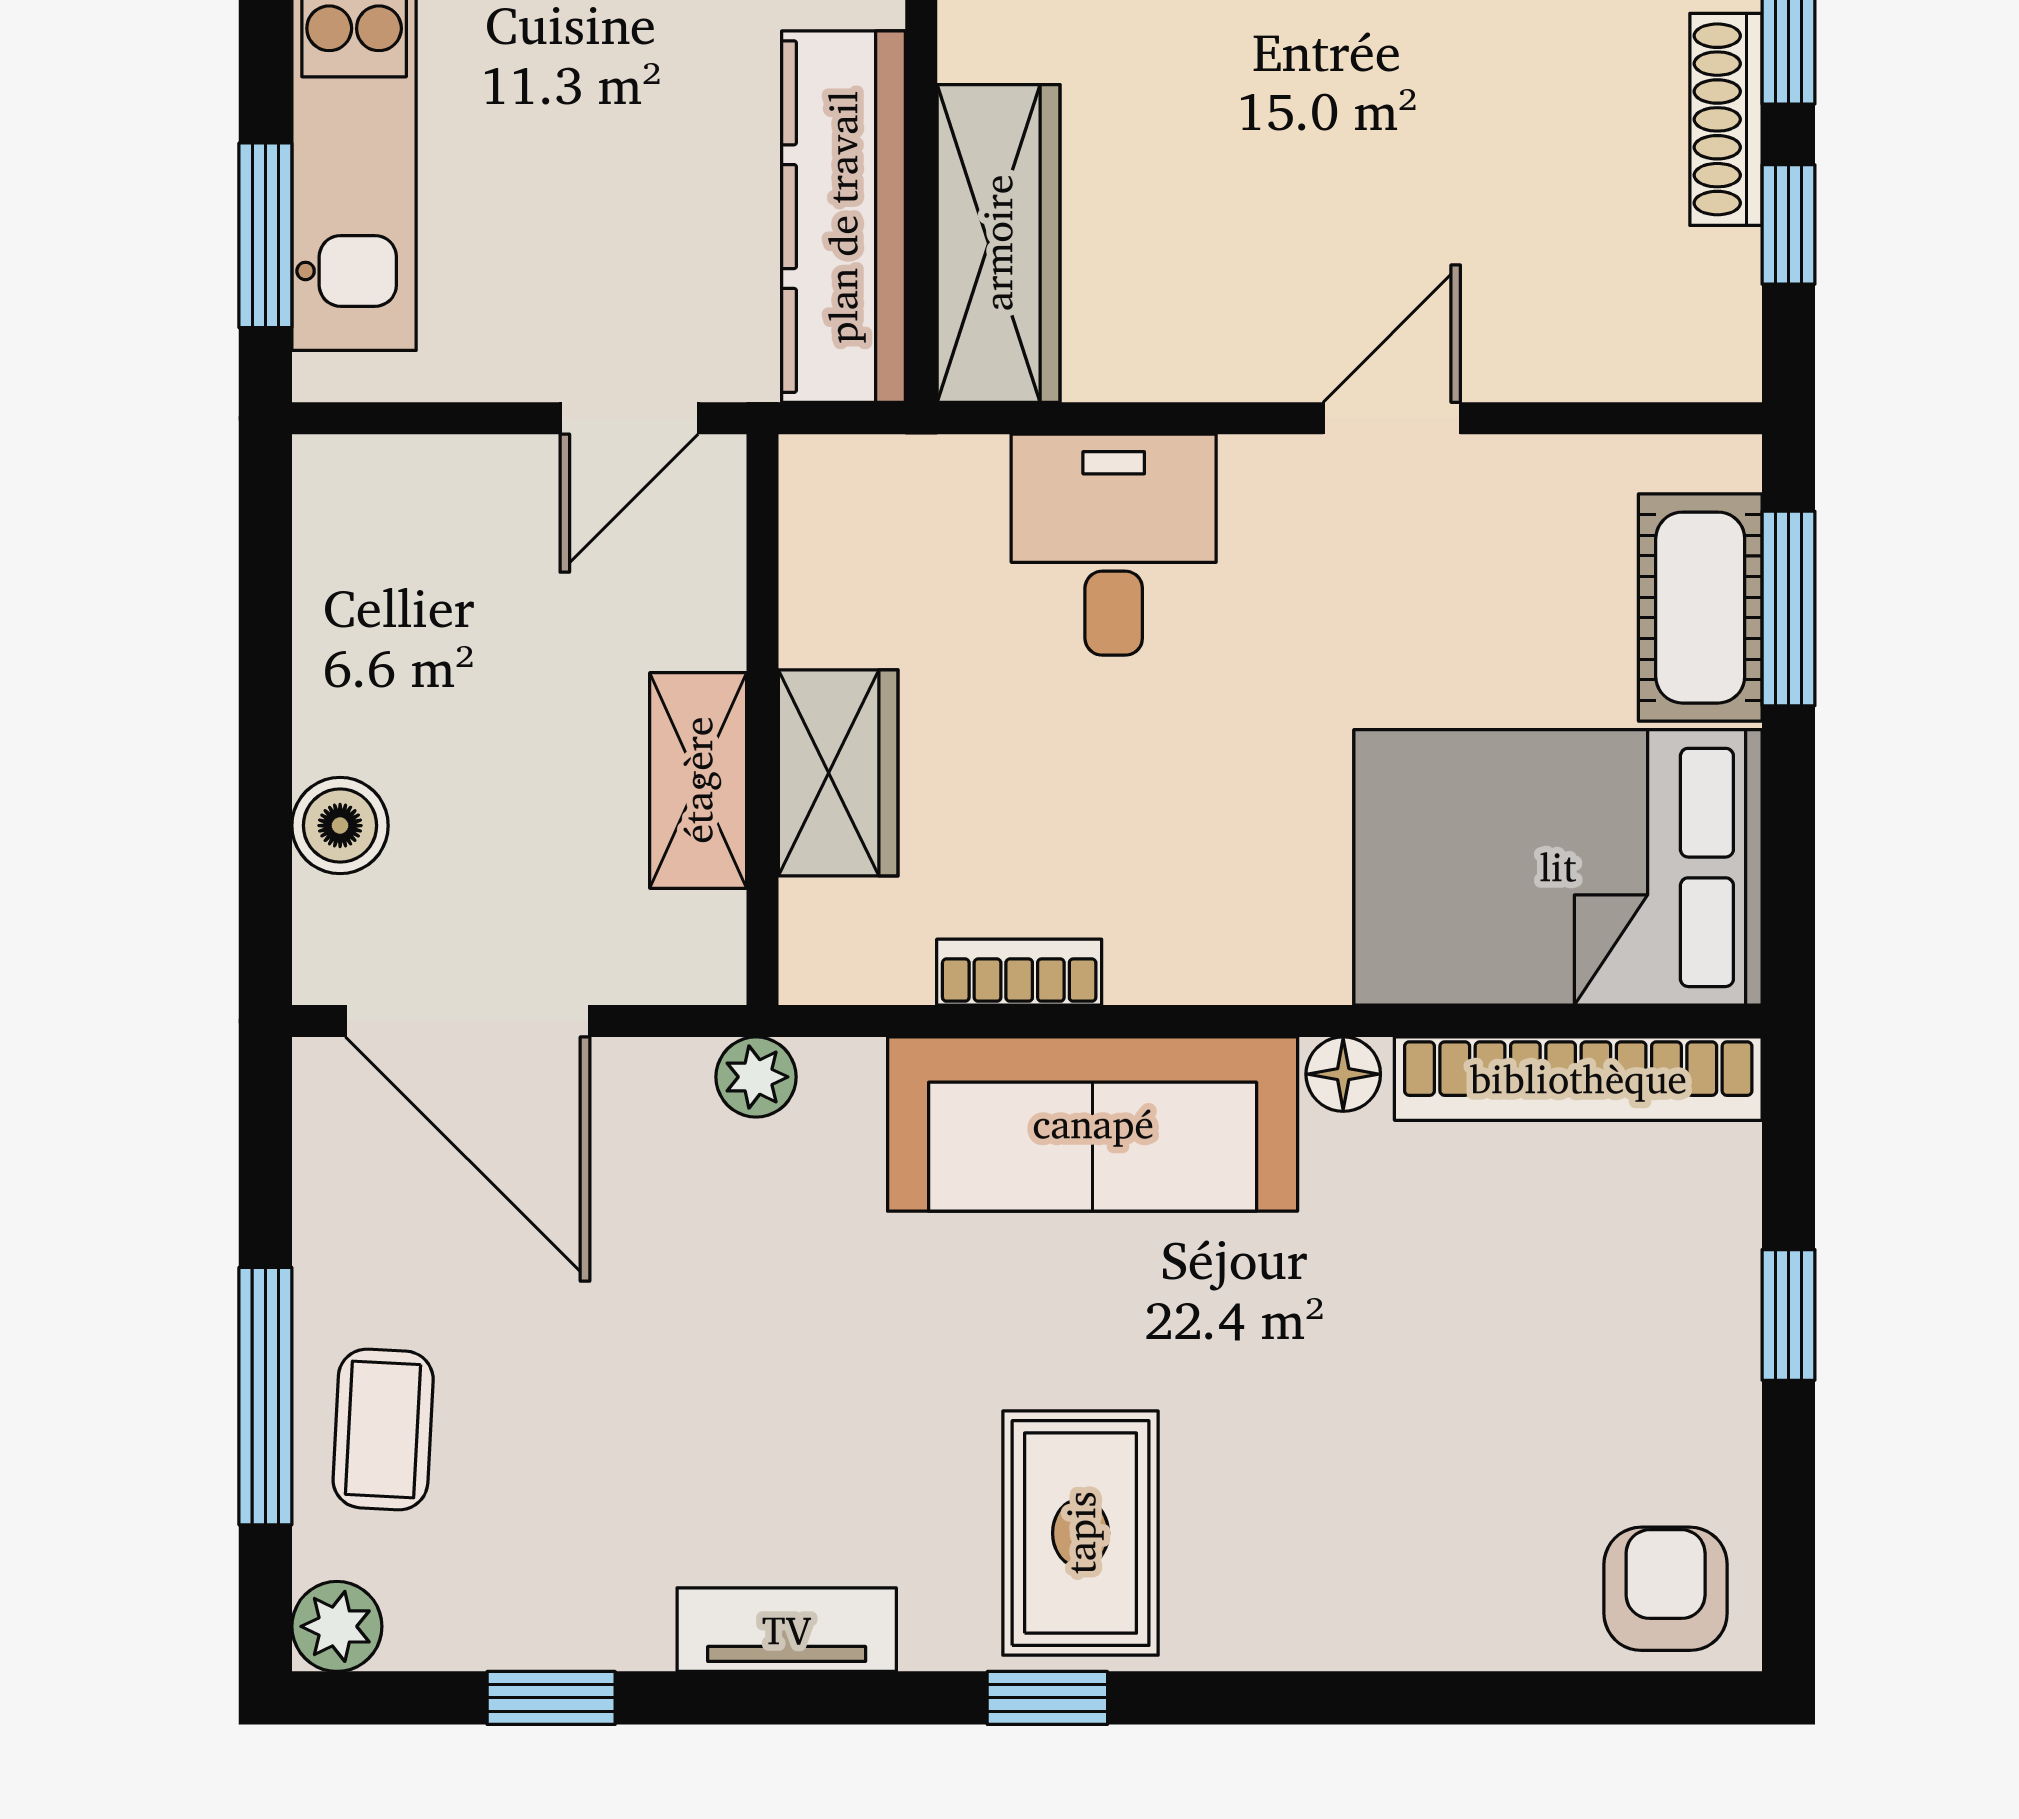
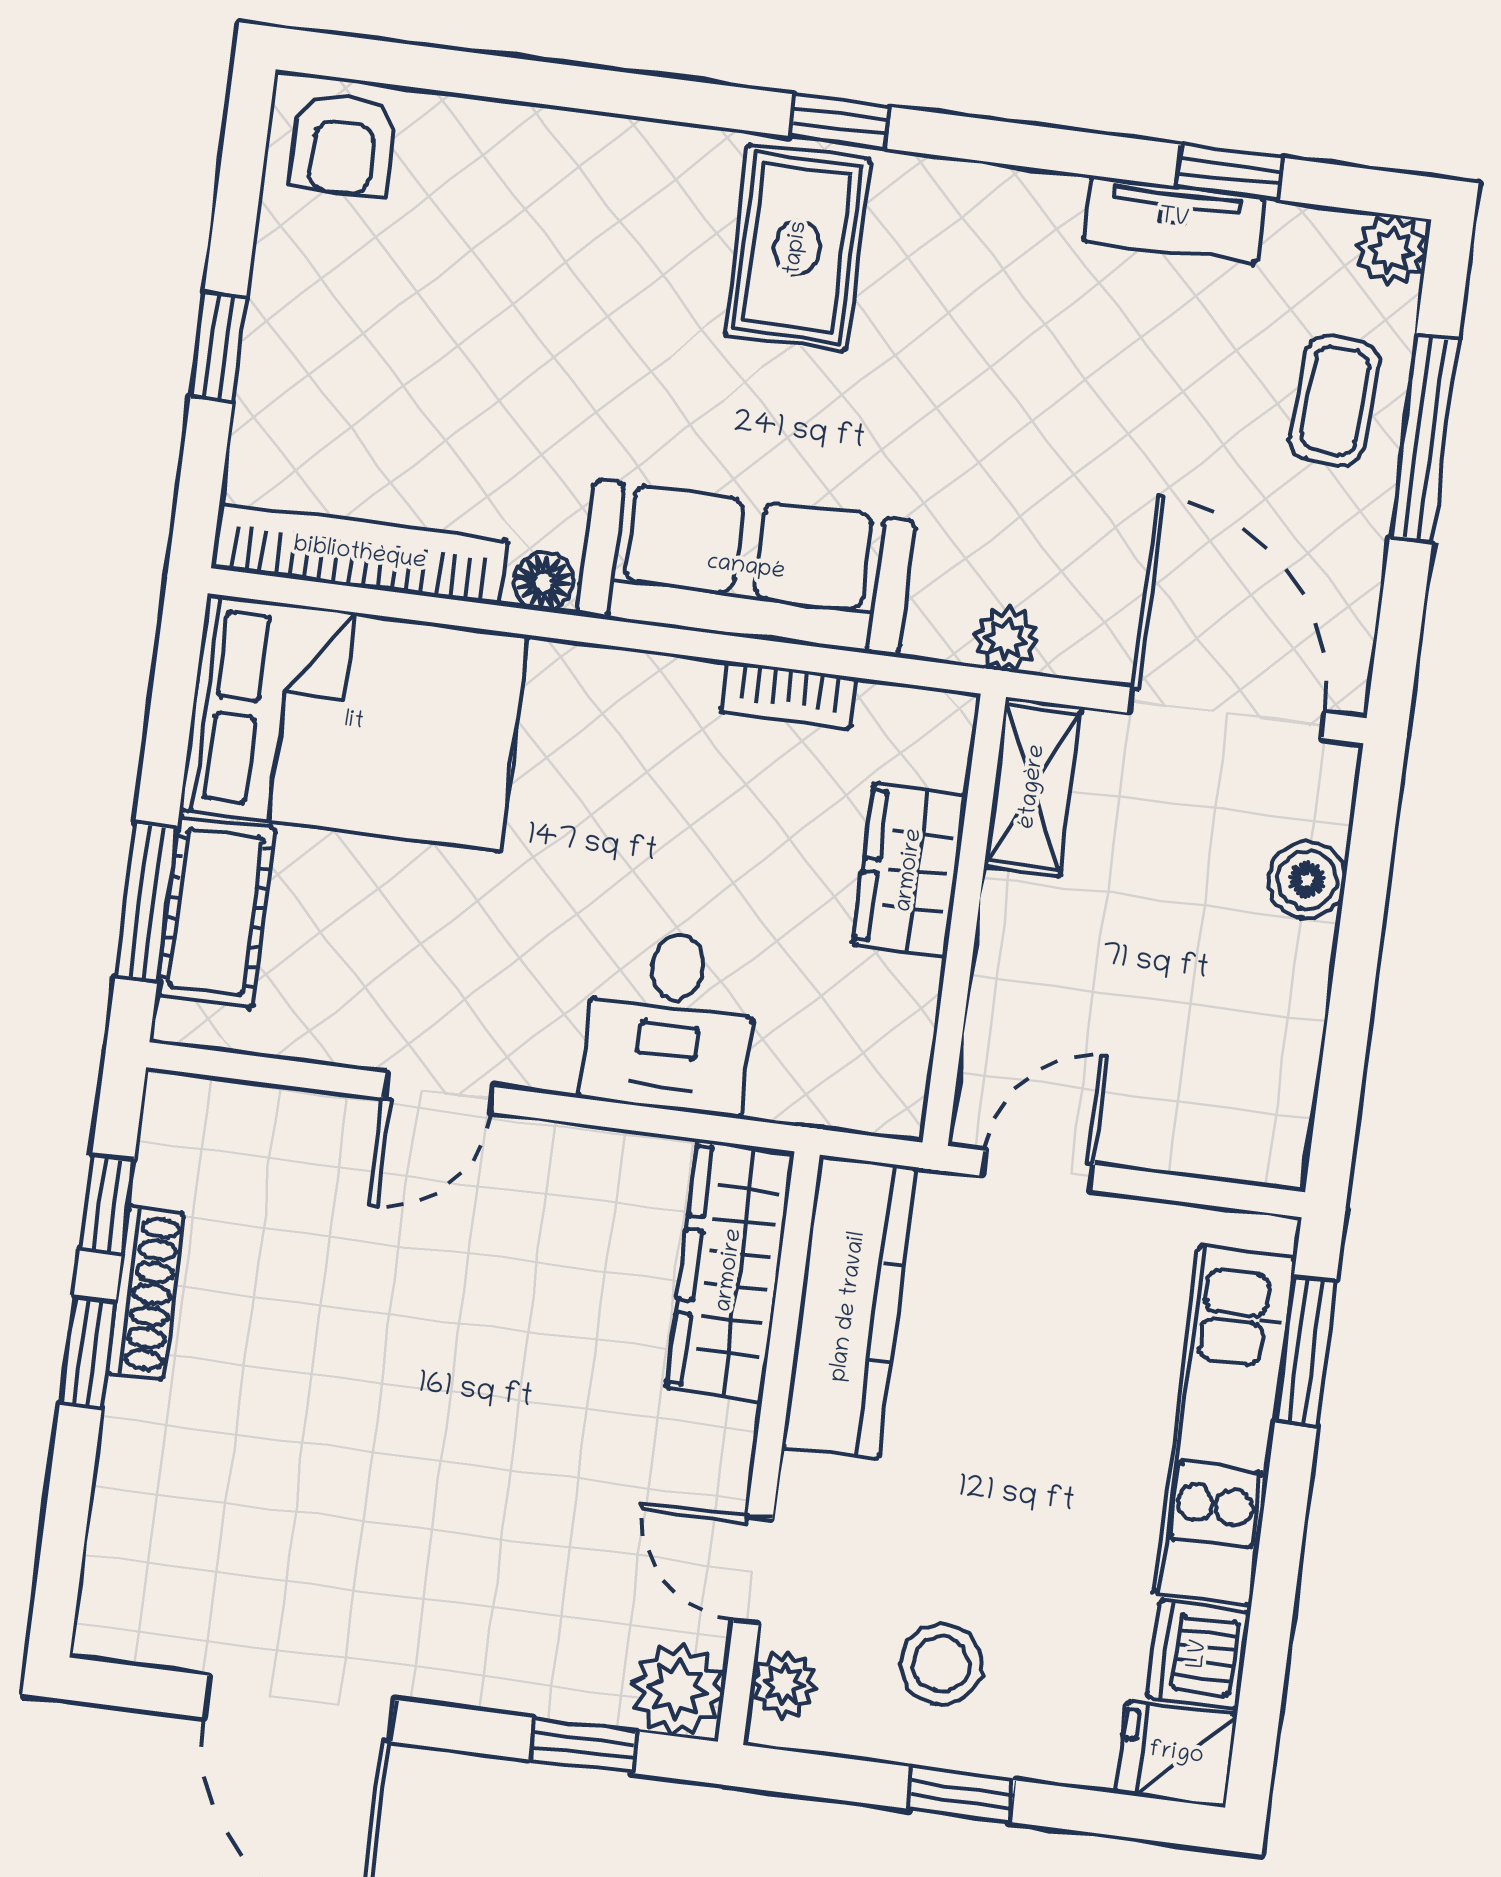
shelving: (698, 780) -> (1033, 787), moved
tv unit: (787, 1630) -> (1174, 219), moved

